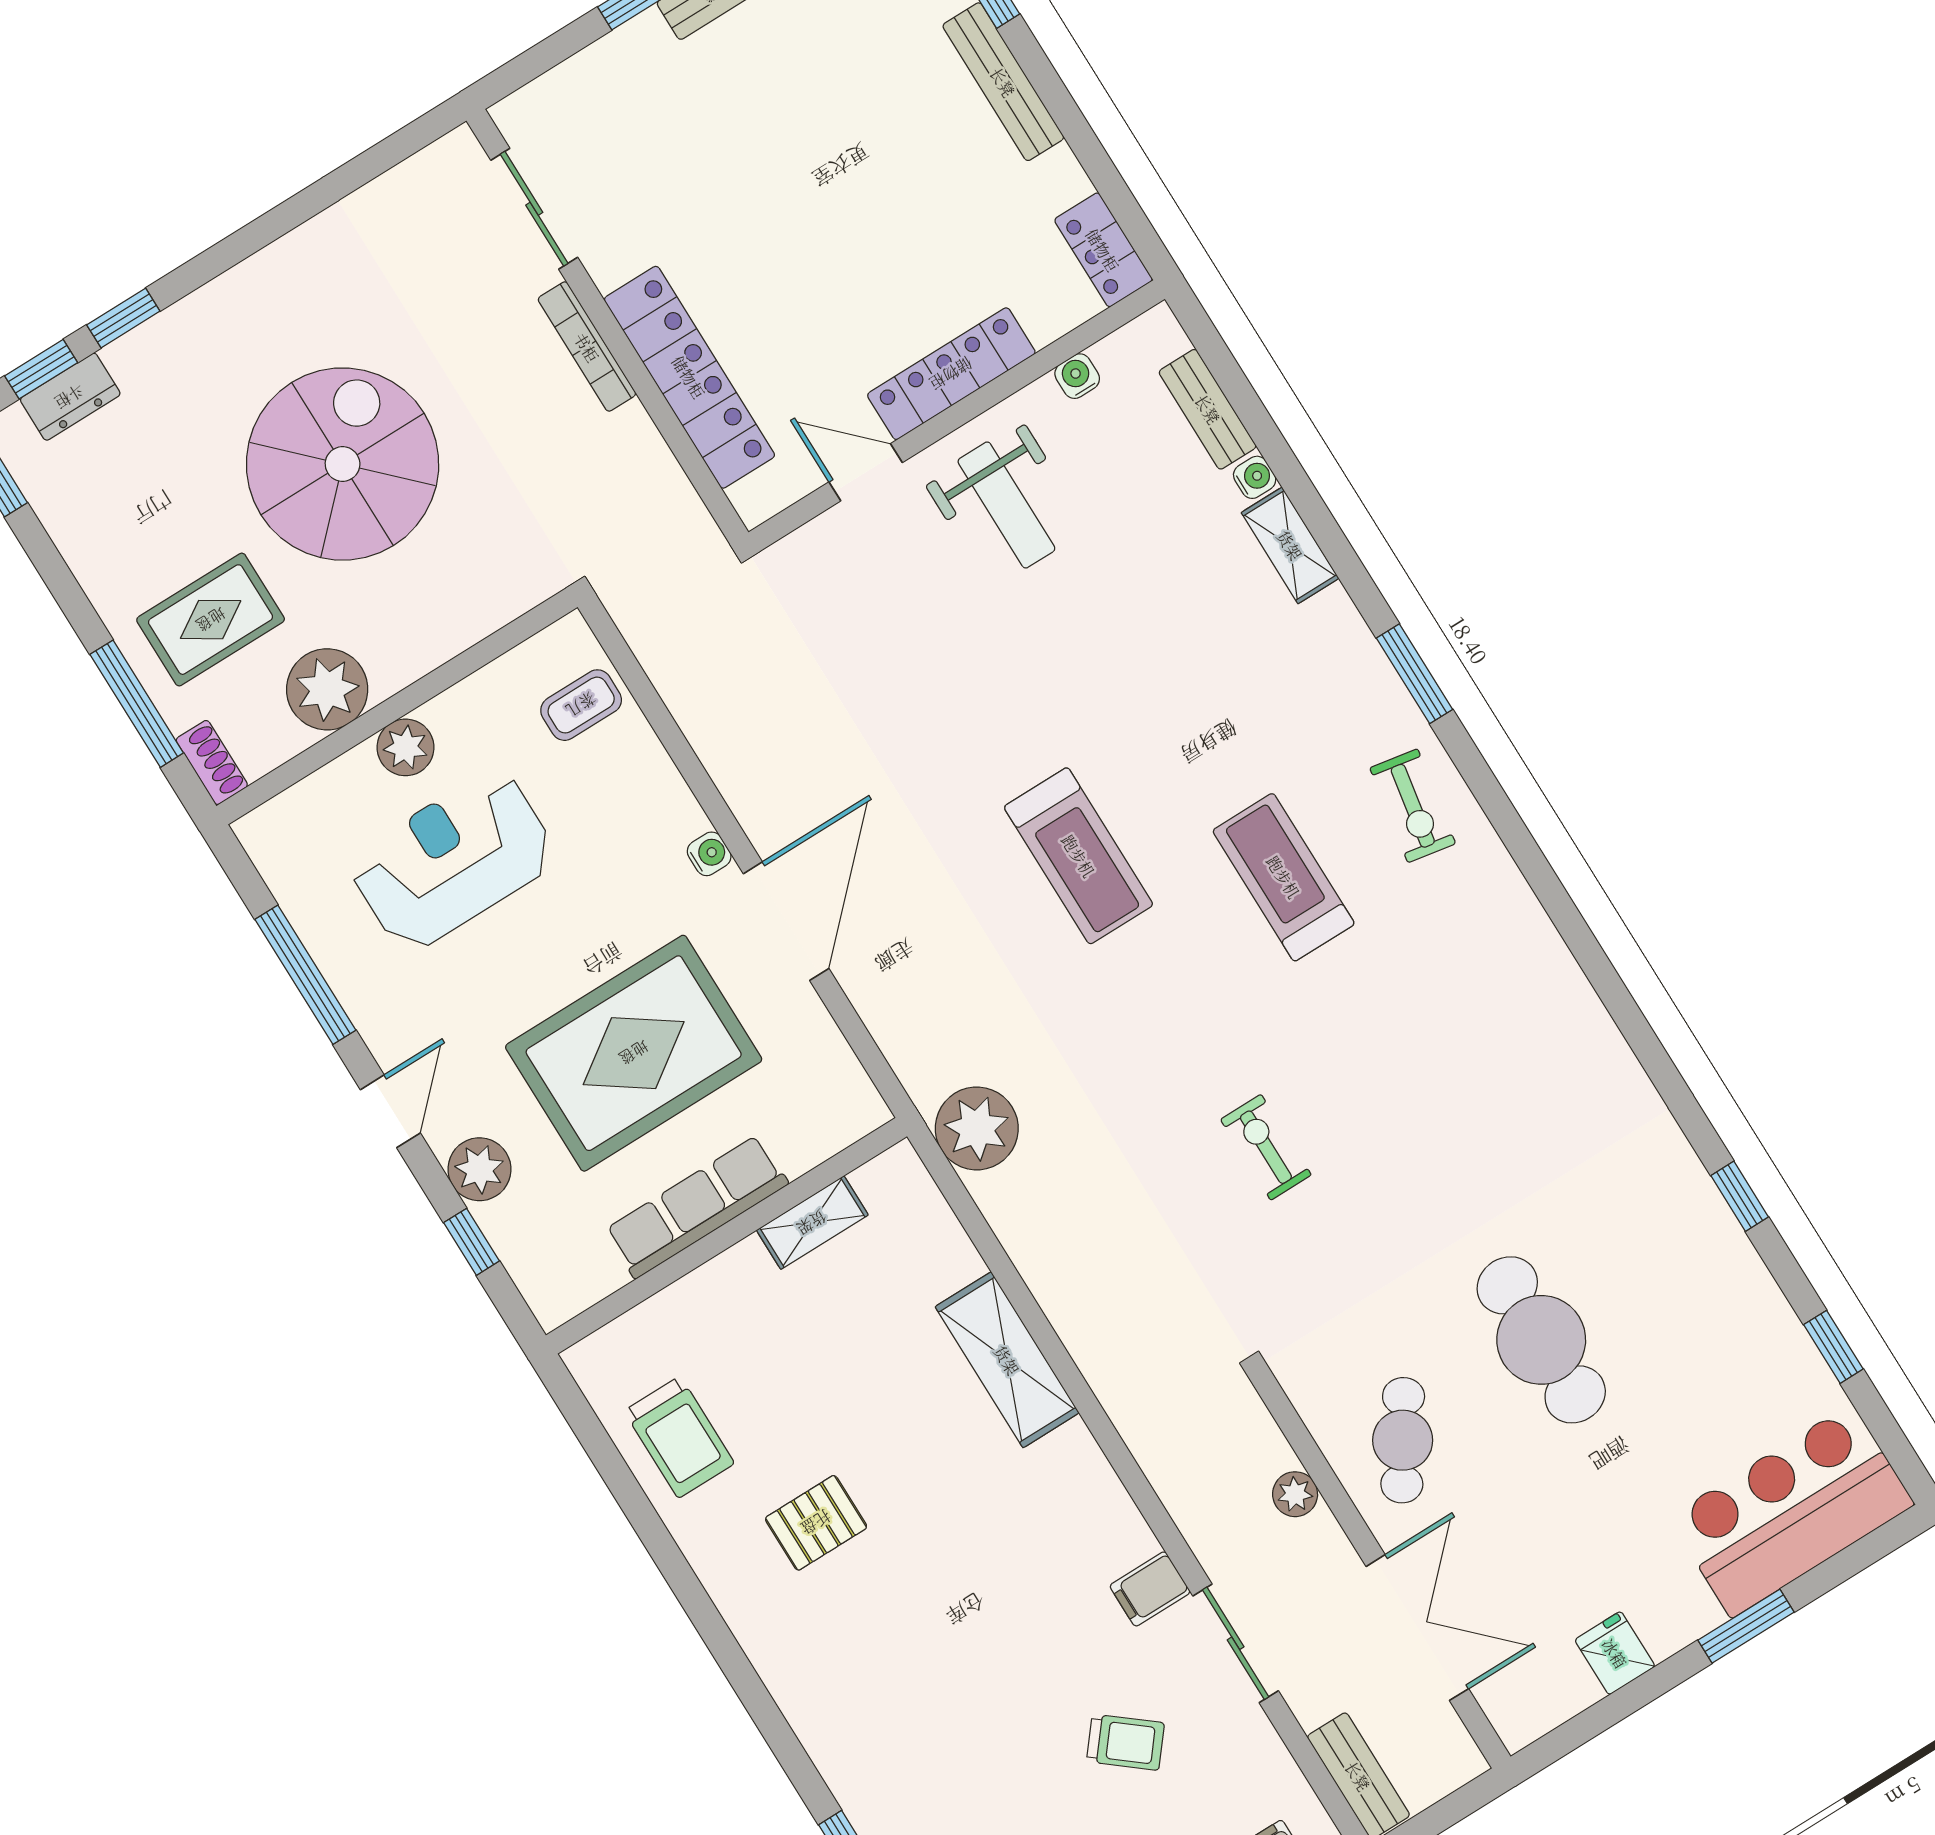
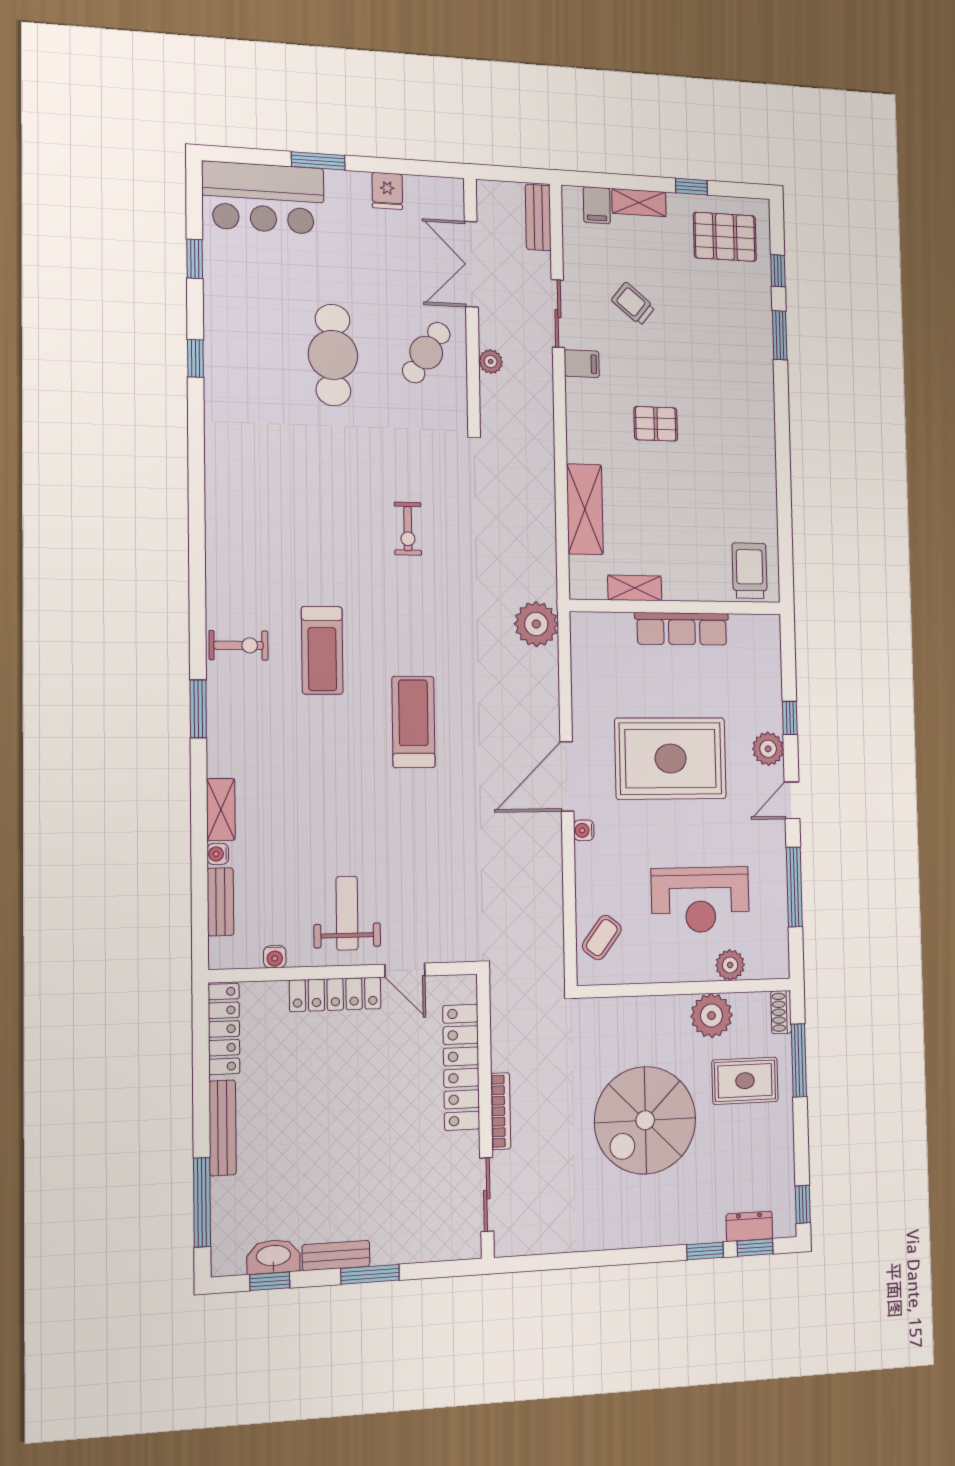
locker: (1103, 250) -> (224, 1029), width x1.53
coffee table: (581, 705) -> (602, 938), turned -53
plant: (405, 747) -> (730, 965), moved
exercise bike: (1413, 806) -> (239, 645), turned 80
row of seats: (697, 1207) -> (682, 629), moved
shelving: (812, 1223) -> (635, 588), moved
wall: (726, 1236) -> (676, 607), moved
pallet: (816, 1523) -> (656, 424), moved

